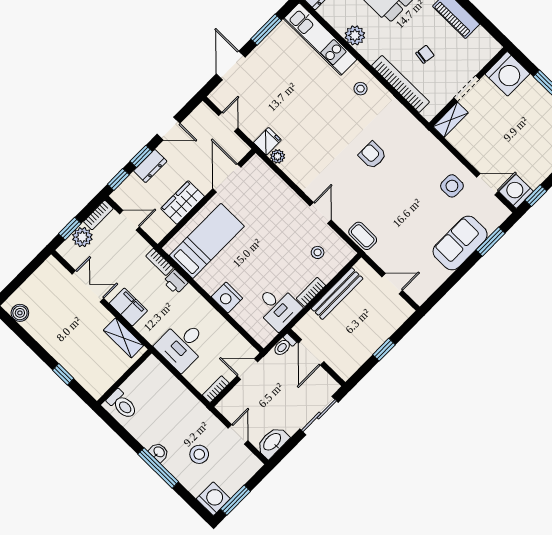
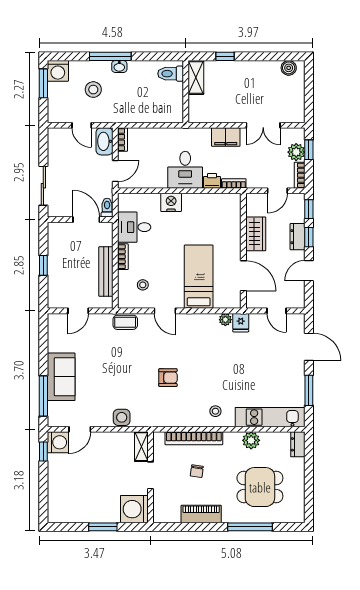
side table: (452, 186) -> (122, 417), moved
bed: (207, 241) -> (199, 277), moved, turned 180
window: (490, 242) -> (43, 396), width x1.44
shelving: (123, 338) -> (196, 77), moved, turned 90
desk: (182, 345) -> (185, 170), moved, turned 180
washbasin: (273, 442) -> (105, 141), moved, turned 180

